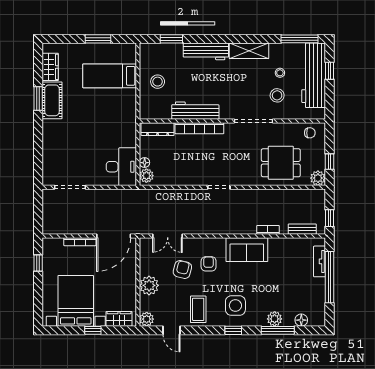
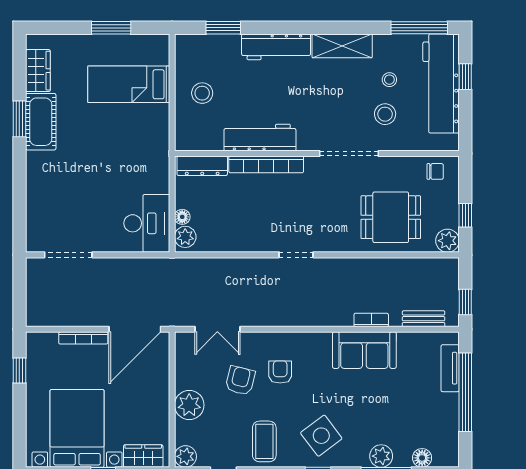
sofa: (247, 250) -> (364, 350), moved
side table: (235, 306) -> (321, 436), turned -37

